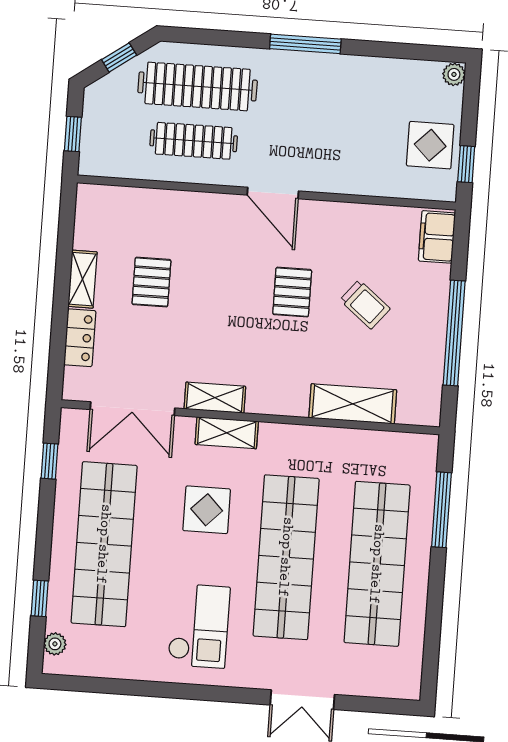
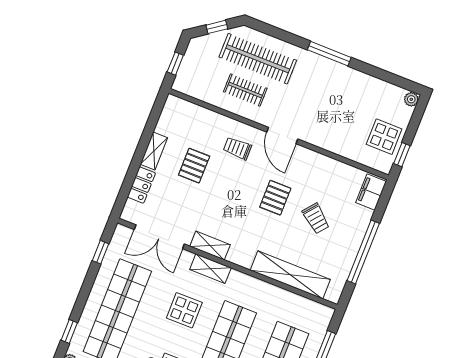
clothes rail: (194, 141) -> (245, 90), width x0.73
trolley: (210, 234) -> (237, 148), added
shelving: (353, 404) -> (290, 275), width x1.47

